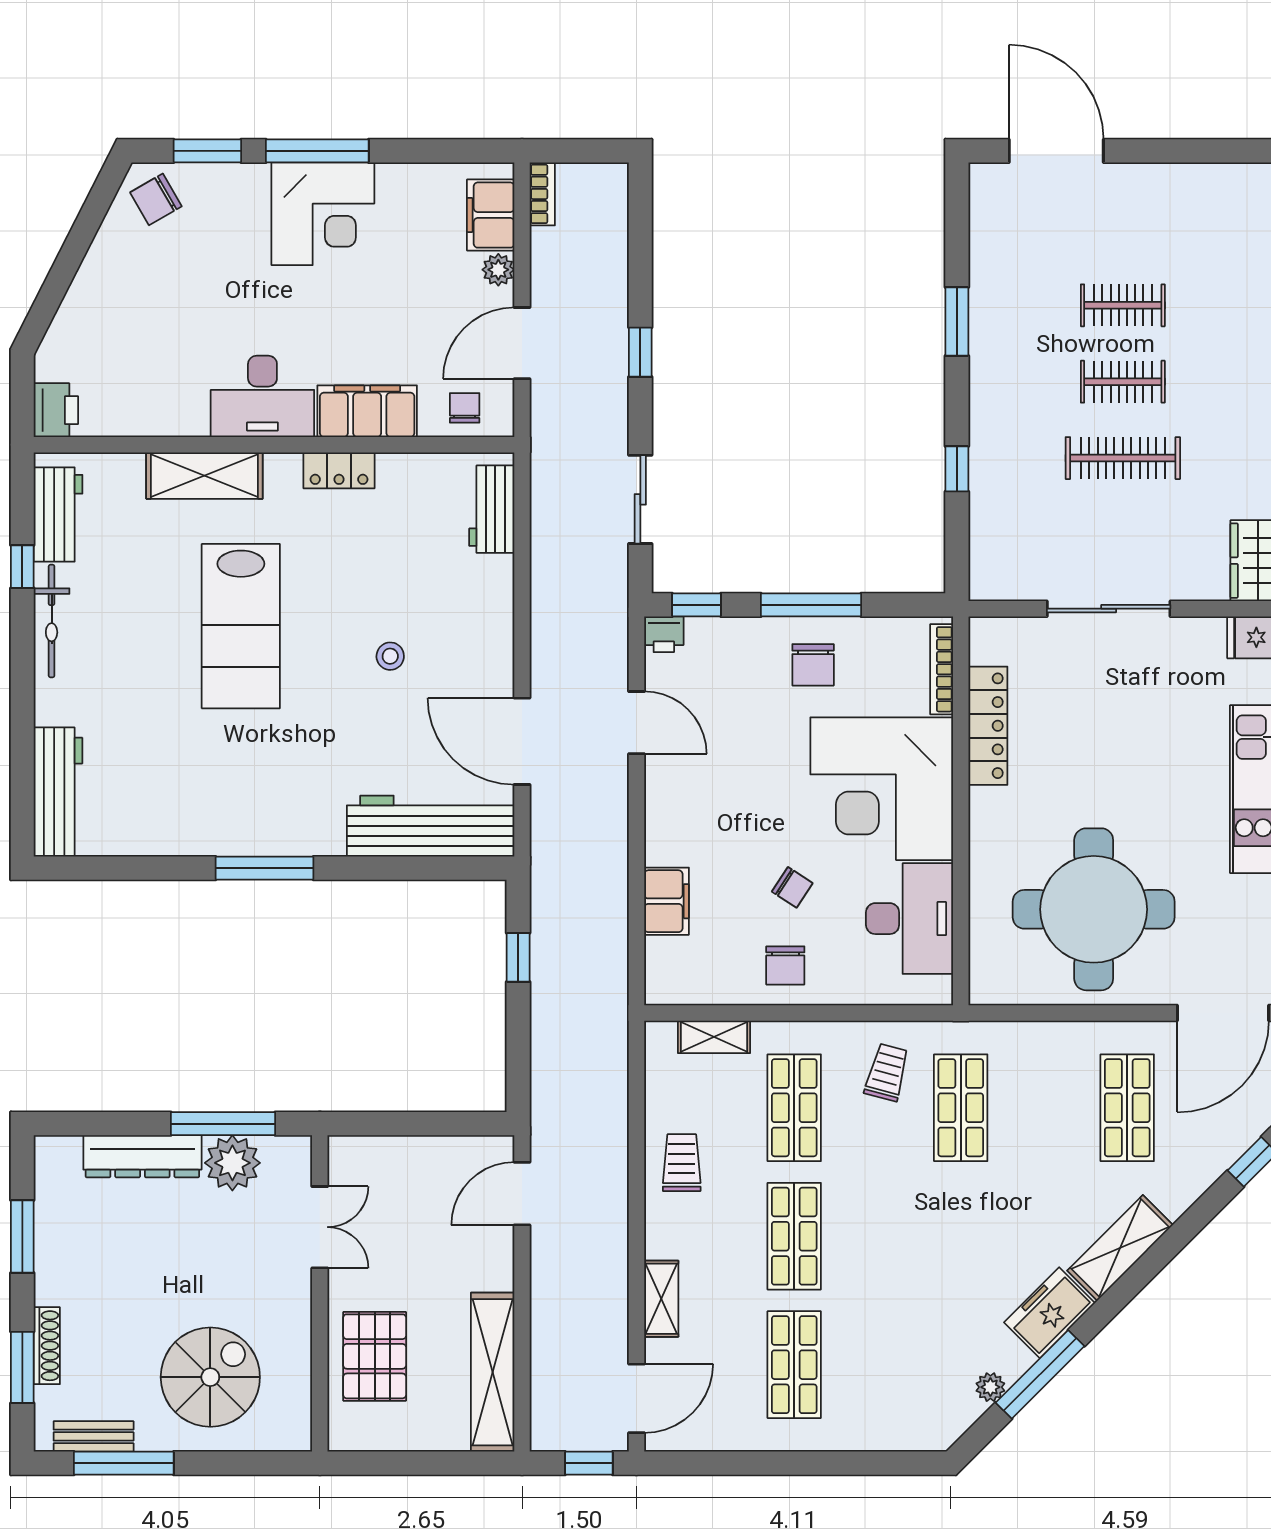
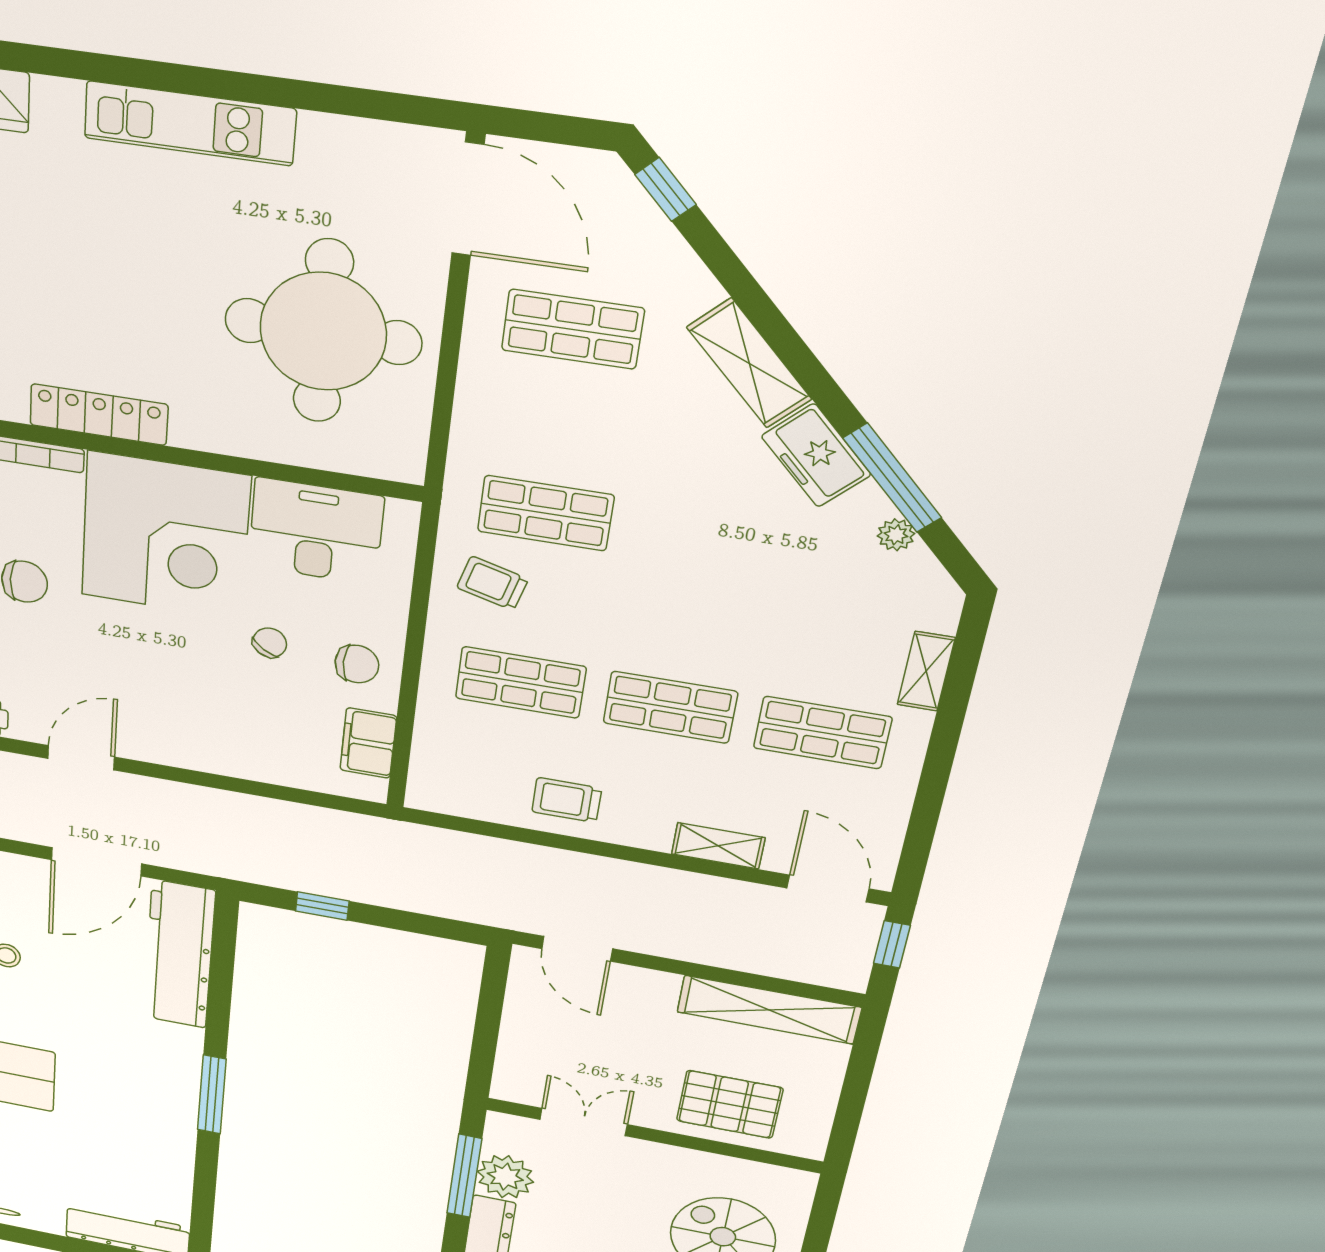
filing cabinet: (667, 901) -> (368, 743), moved, turned -90
shelving: (714, 1037) -> (926, 671), moved

